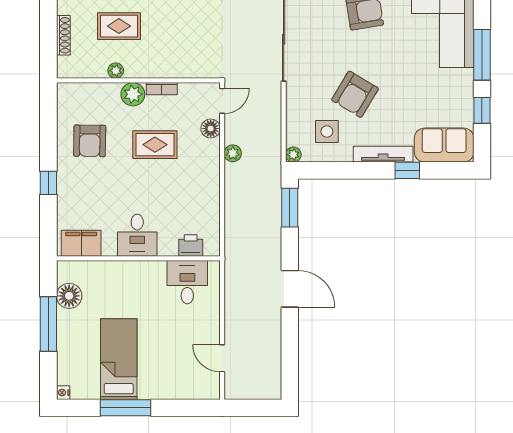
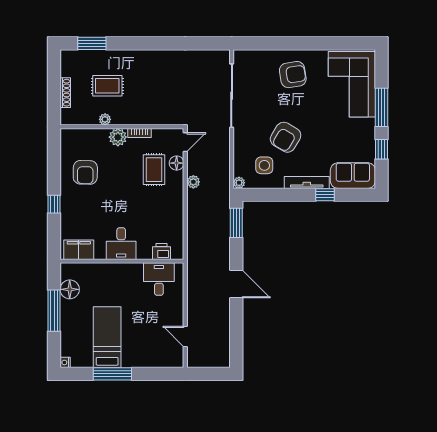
rug: (155, 145) -> (154, 170), moved, turned 90

